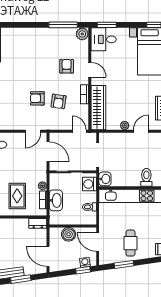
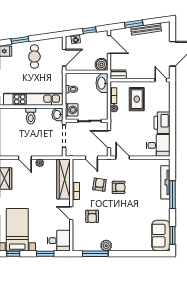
window: (107, 25) -> (45, 254), moved
plant: (82, 34) -> (106, 246), moved
door: (33, 131) -> (123, 158), hinge flipped
door: (79, 131) -> (92, 158), moved
door: (141, 131) -> (25, 158), hinge flipped
toilet: (146, 177) -> (31, 116), moved
washbasin: (56, 200) -> (102, 83), moved
boiler: (69, 234) -> (101, 64), moved
door: (98, 242) -> (64, 58), hinge flipped
window: (124, 264) -> (20, 40), moved
window: (83, 270) -> (89, 30), moved

